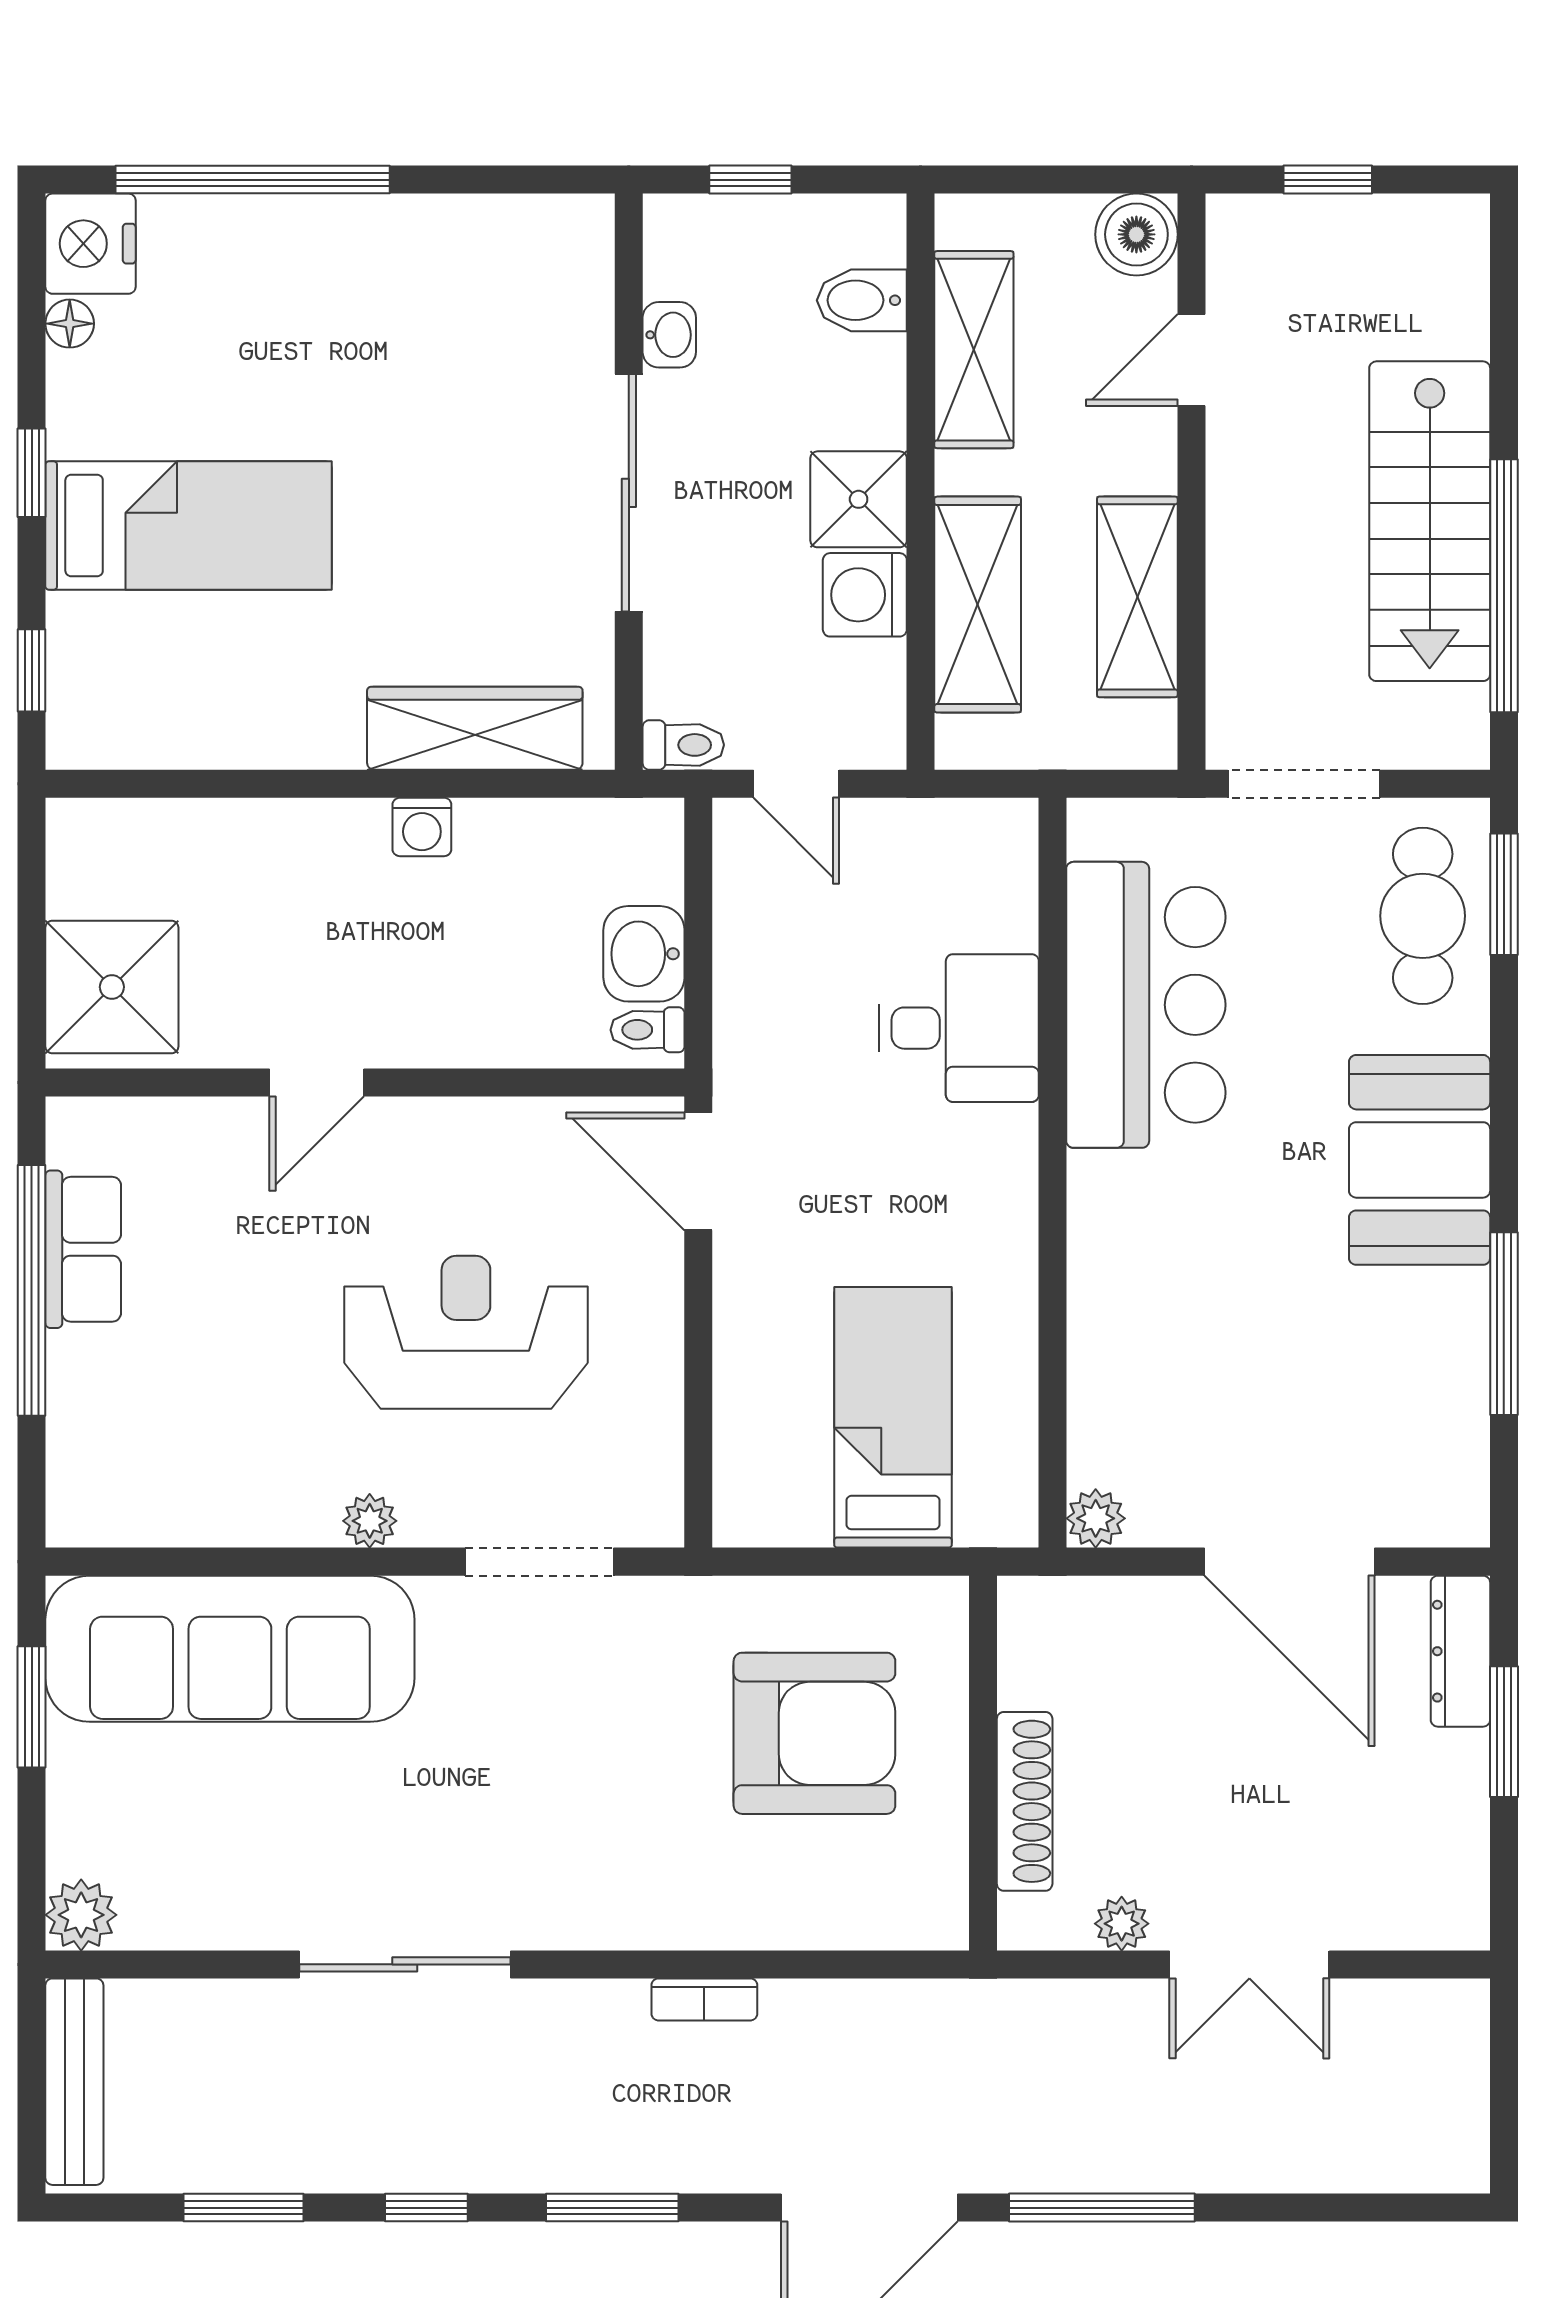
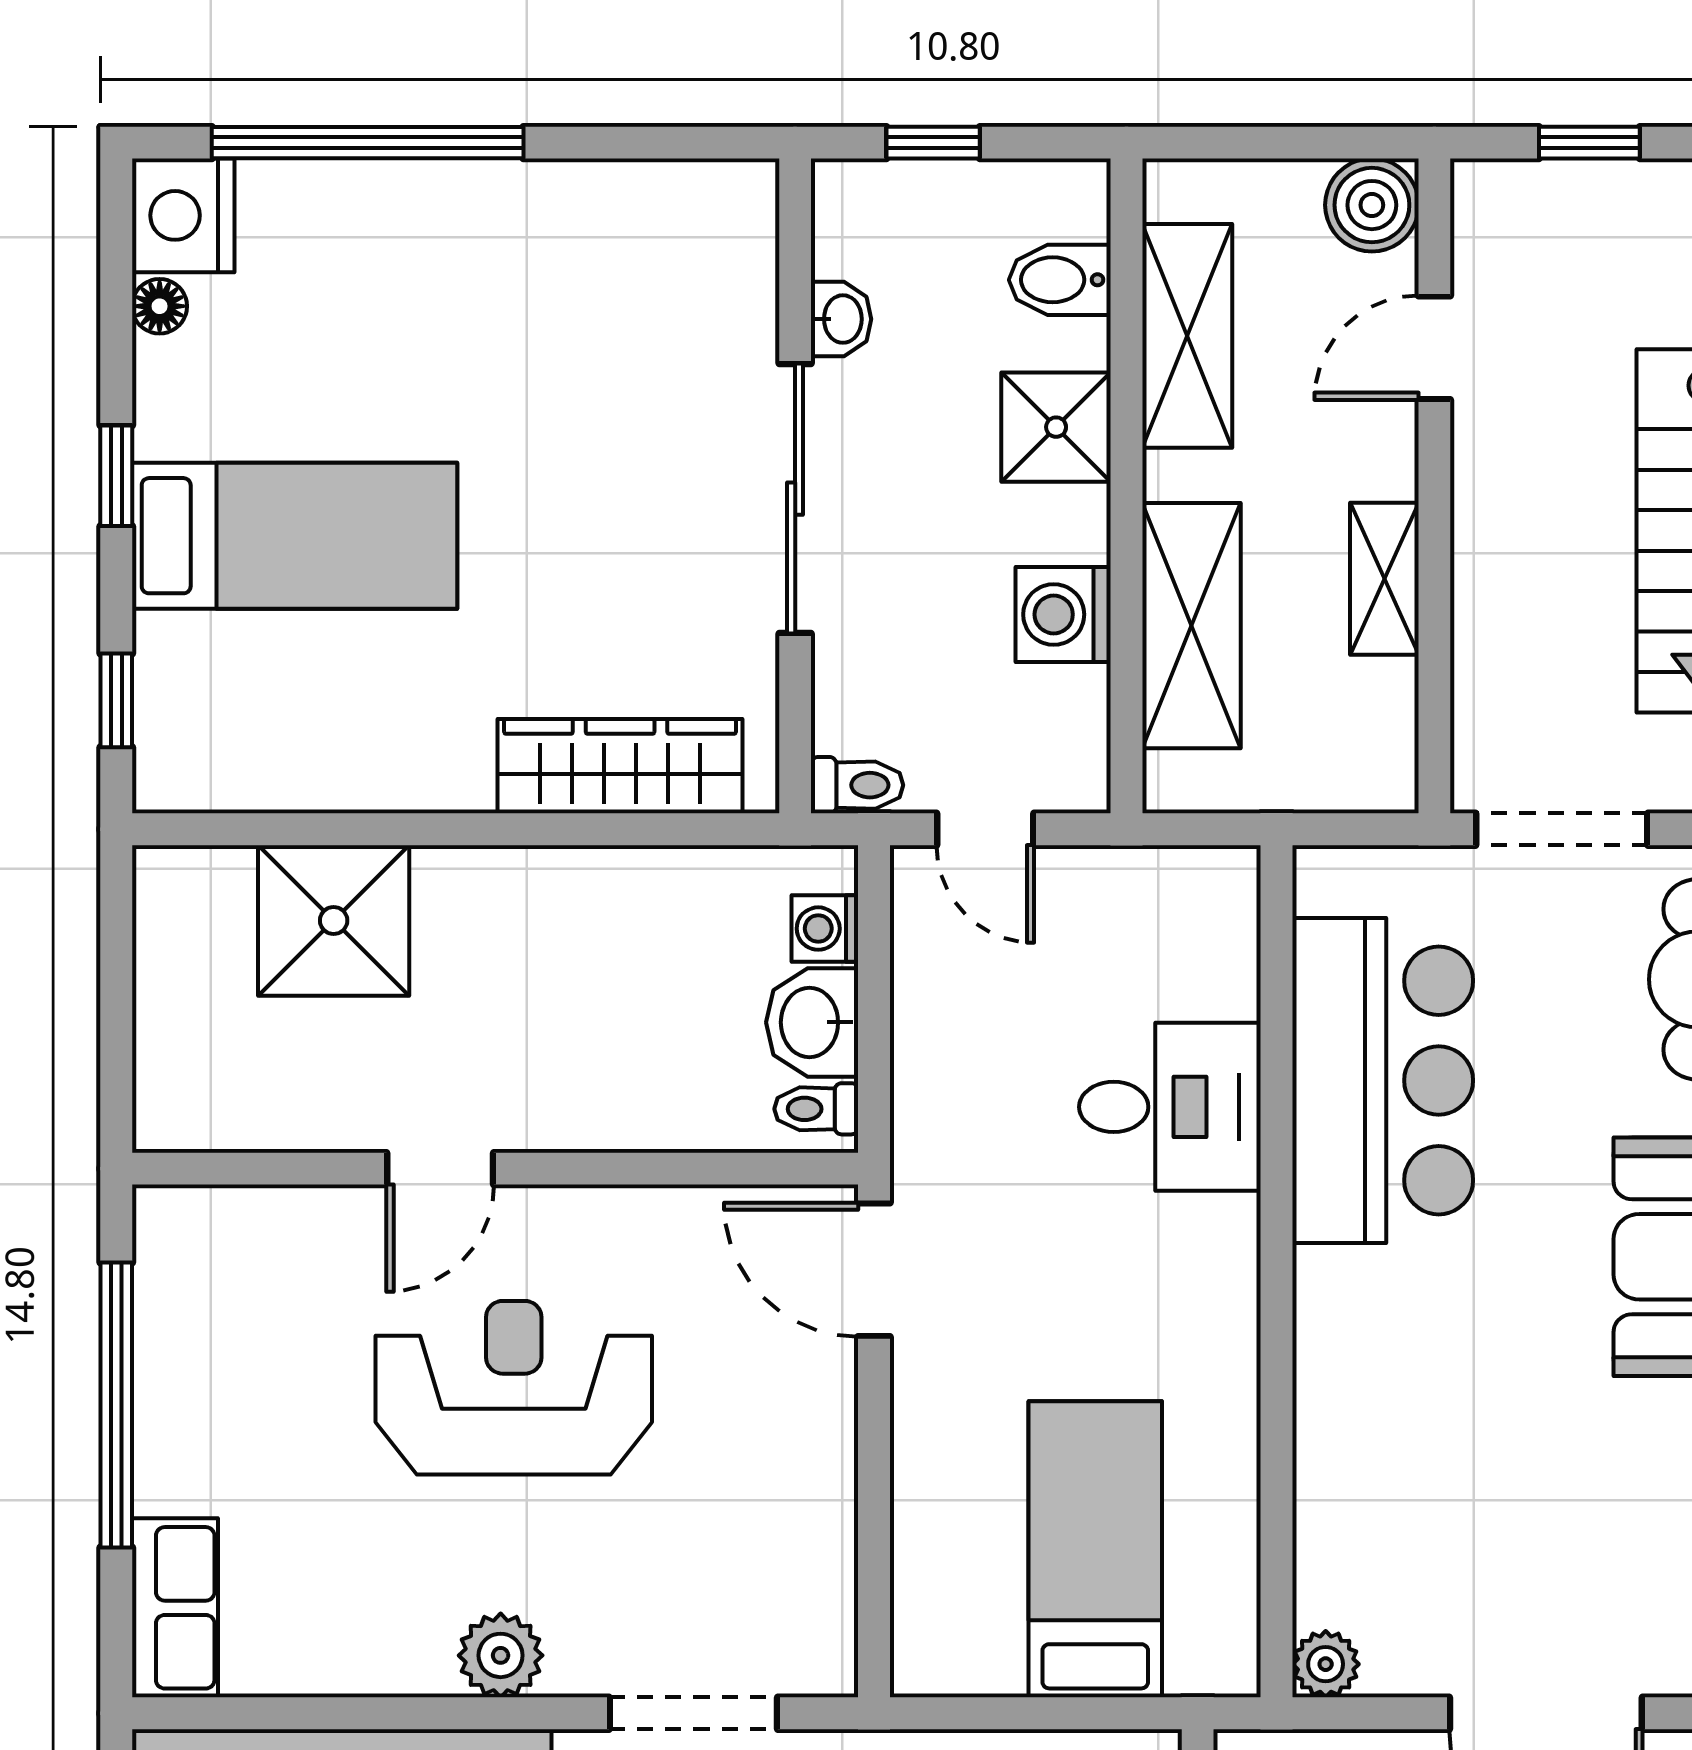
shower: (859, 499) -> (1056, 427), moved
shelving: (1137, 597) -> (1384, 579), width x0.67, depth x0.75
washing machine: (422, 827) -> (825, 929), moved, turned 90
shower: (112, 987) -> (334, 921), moved
row of seats: (83, 1249) -> (175, 1608), moved
reception desk: (466, 1332) -> (514, 1388), moved
plant: (370, 1521) -> (501, 1655), width x1.38, depth x1.38

